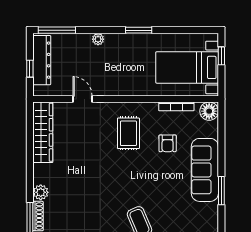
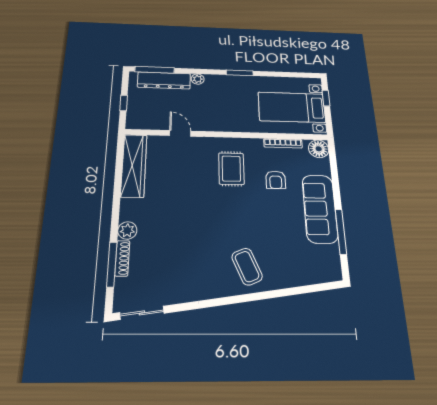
dresser: (42, 60) -> (164, 80), moved, turned 90
window: (221, 191) -> (341, 232), width x1.44

